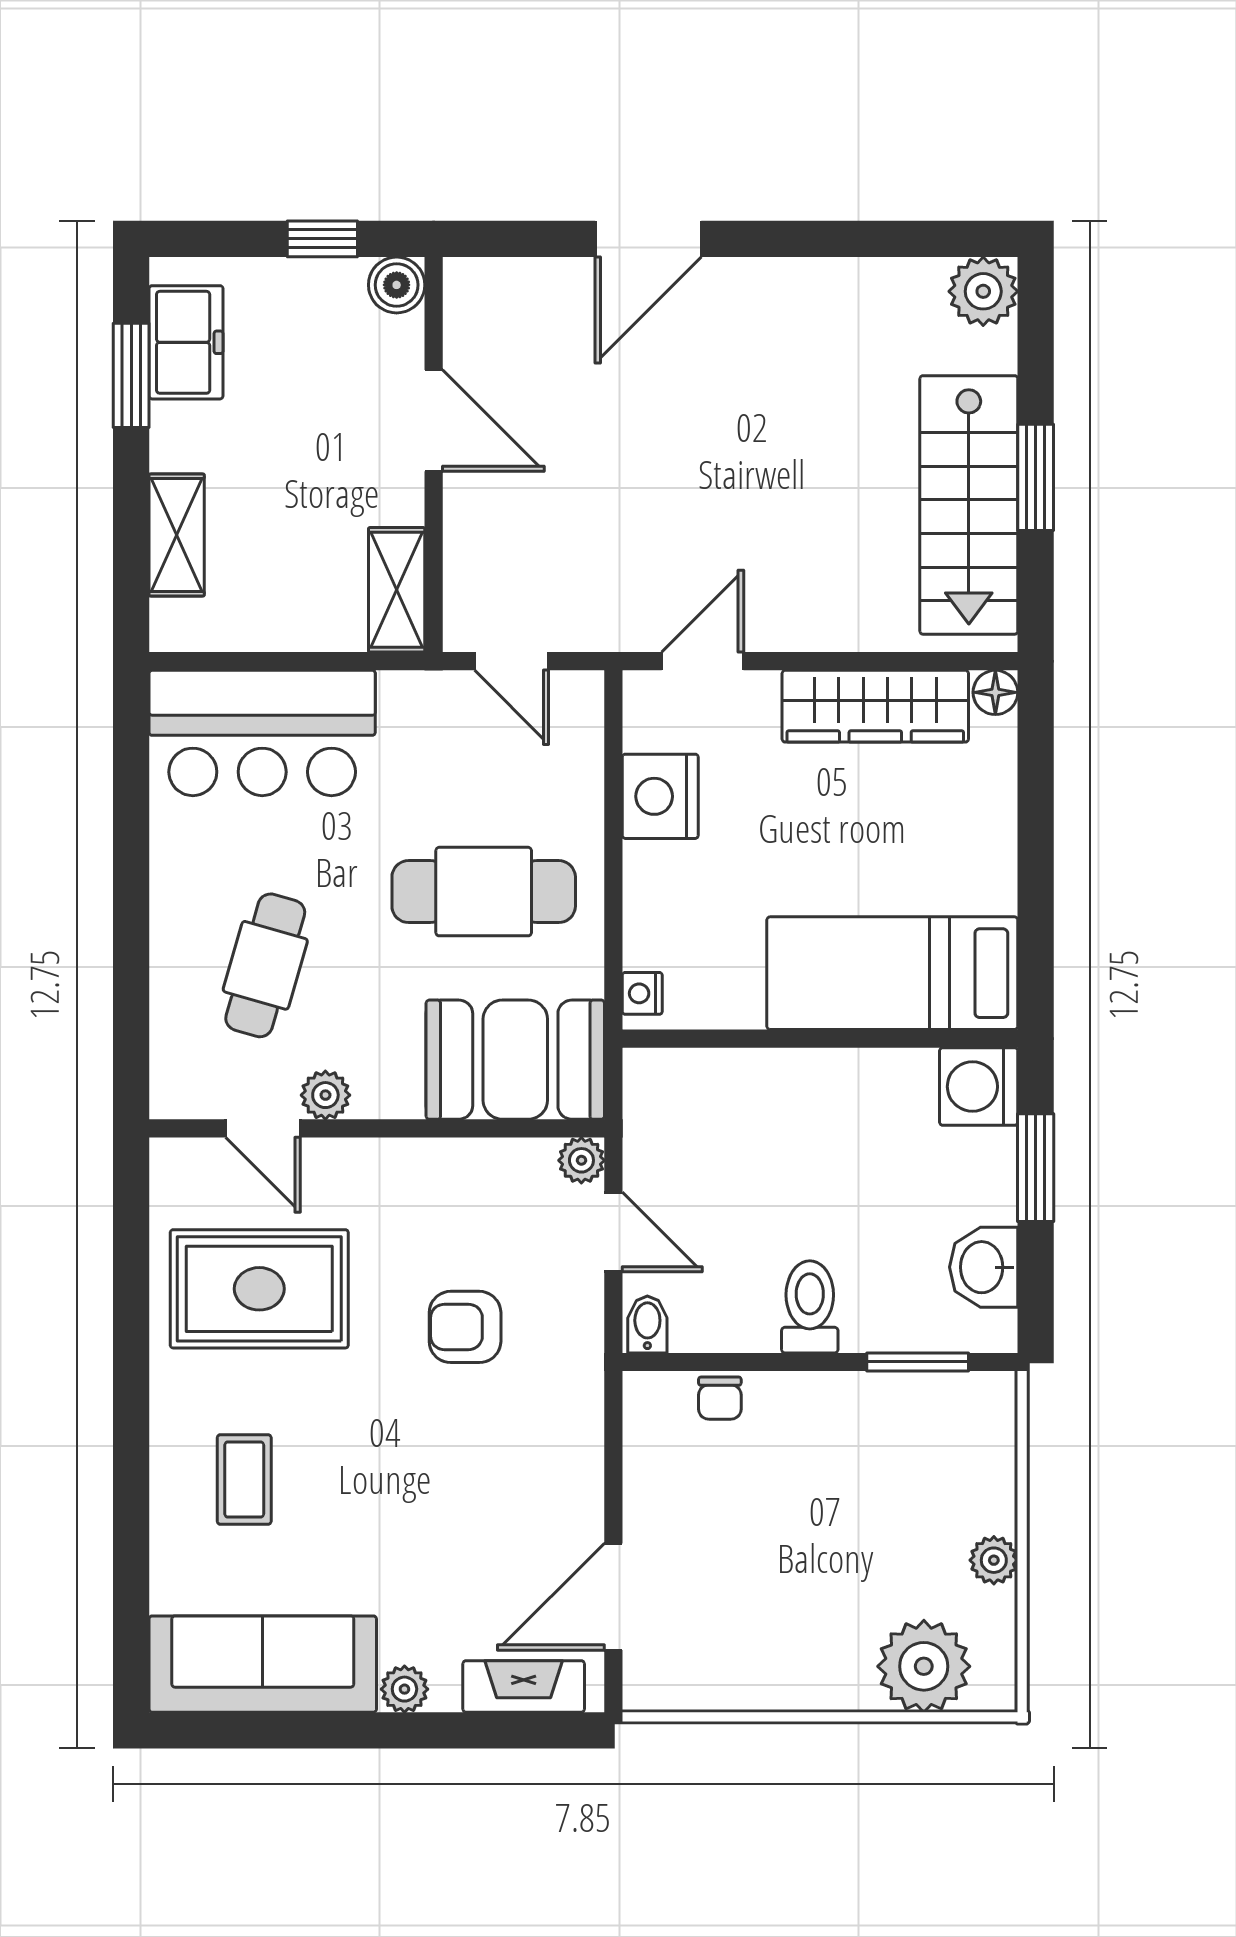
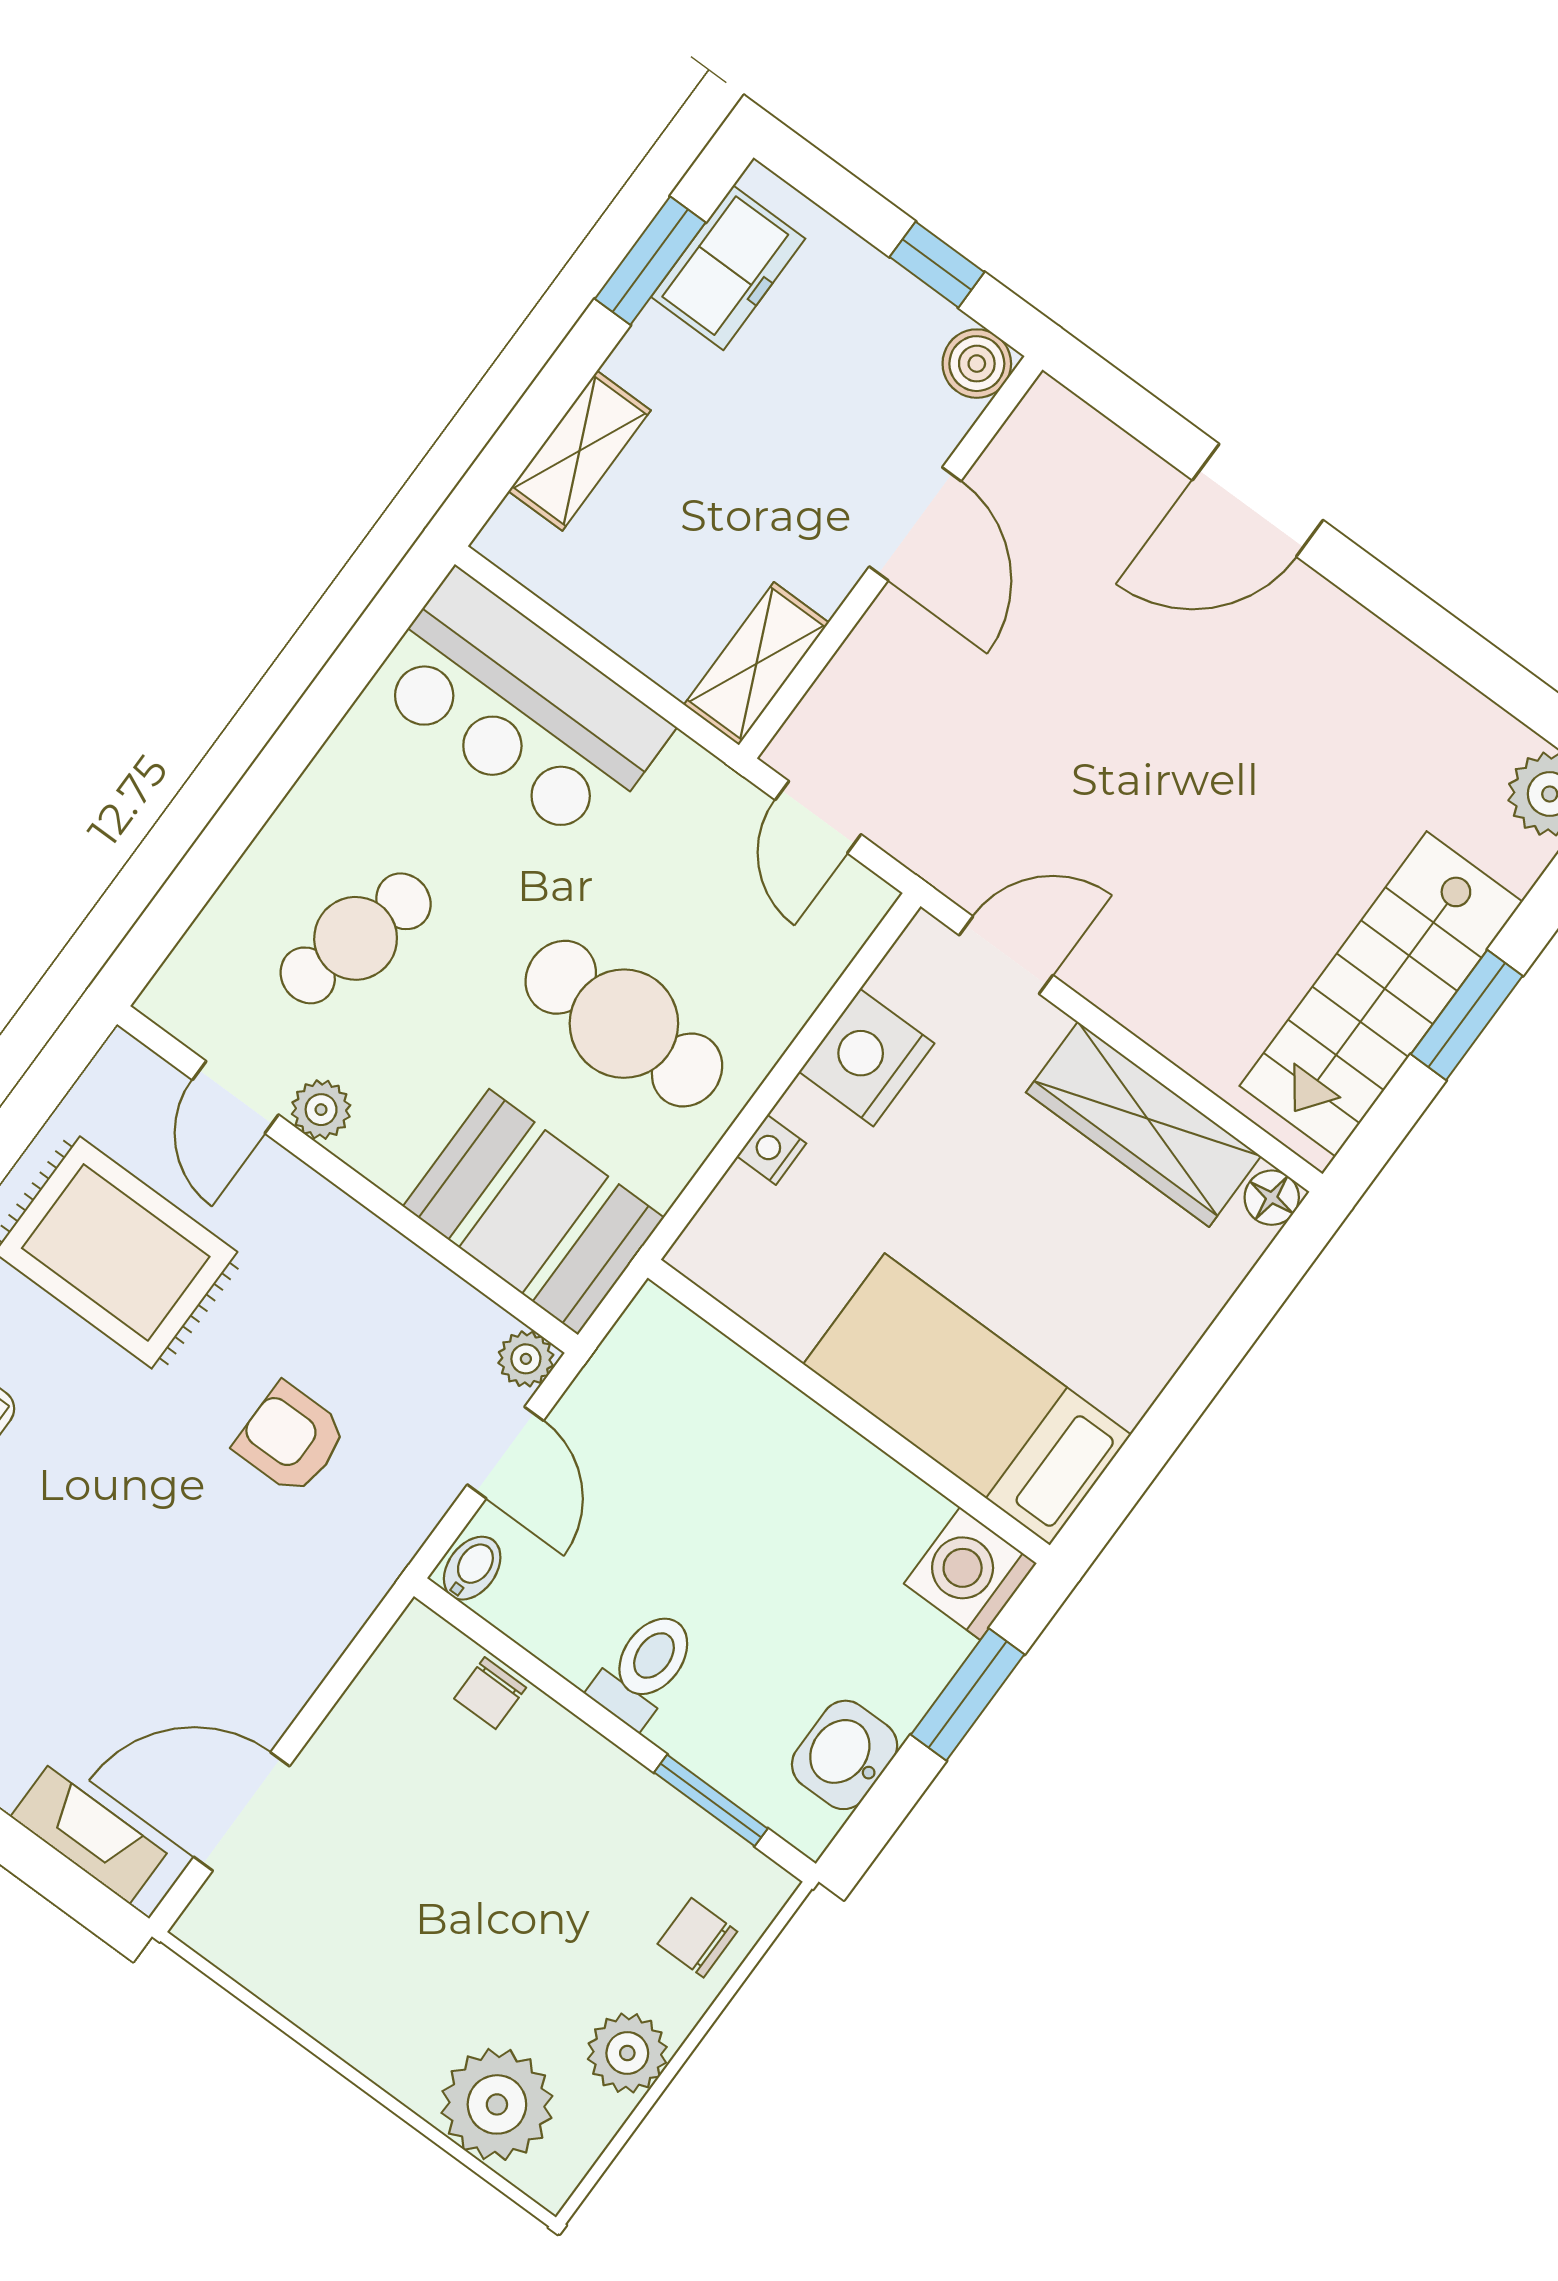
nightstand: (642, 993) -> (772, 1150), moved
chair: (975, 1459) -> (697, 1938), added
plant: (994, 1560) -> (627, 2053), width x1.38, depth x1.38

